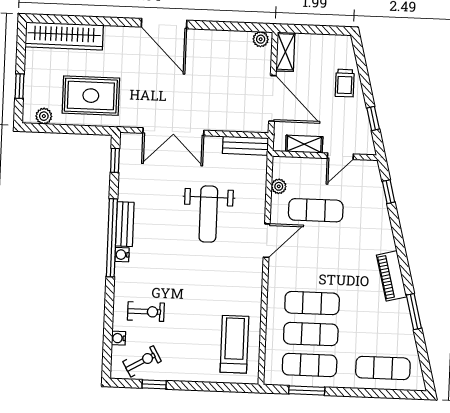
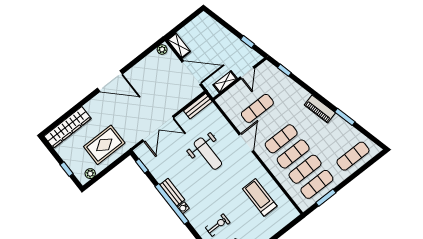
trolley: (345, 83) -> (220, 36), removed
plant: (279, 186) -> (230, 112), removed
exercise mat: (313, 272) -> (281, 139), added
treadmill: (234, 344) -> (260, 197), moved

